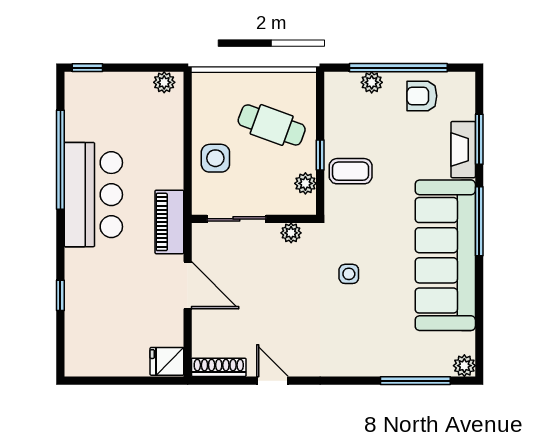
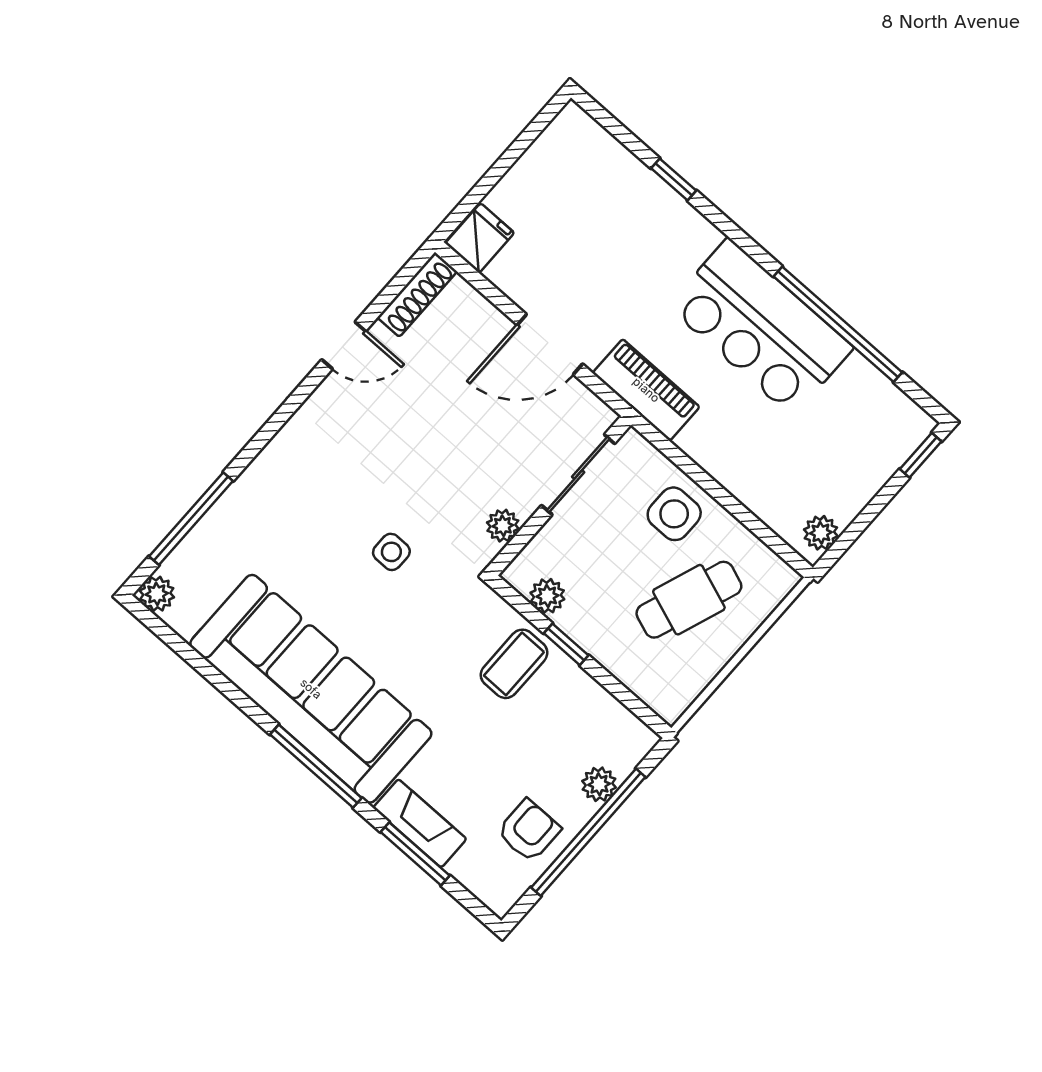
cafe table: (272, 125) -> (689, 600), moved

